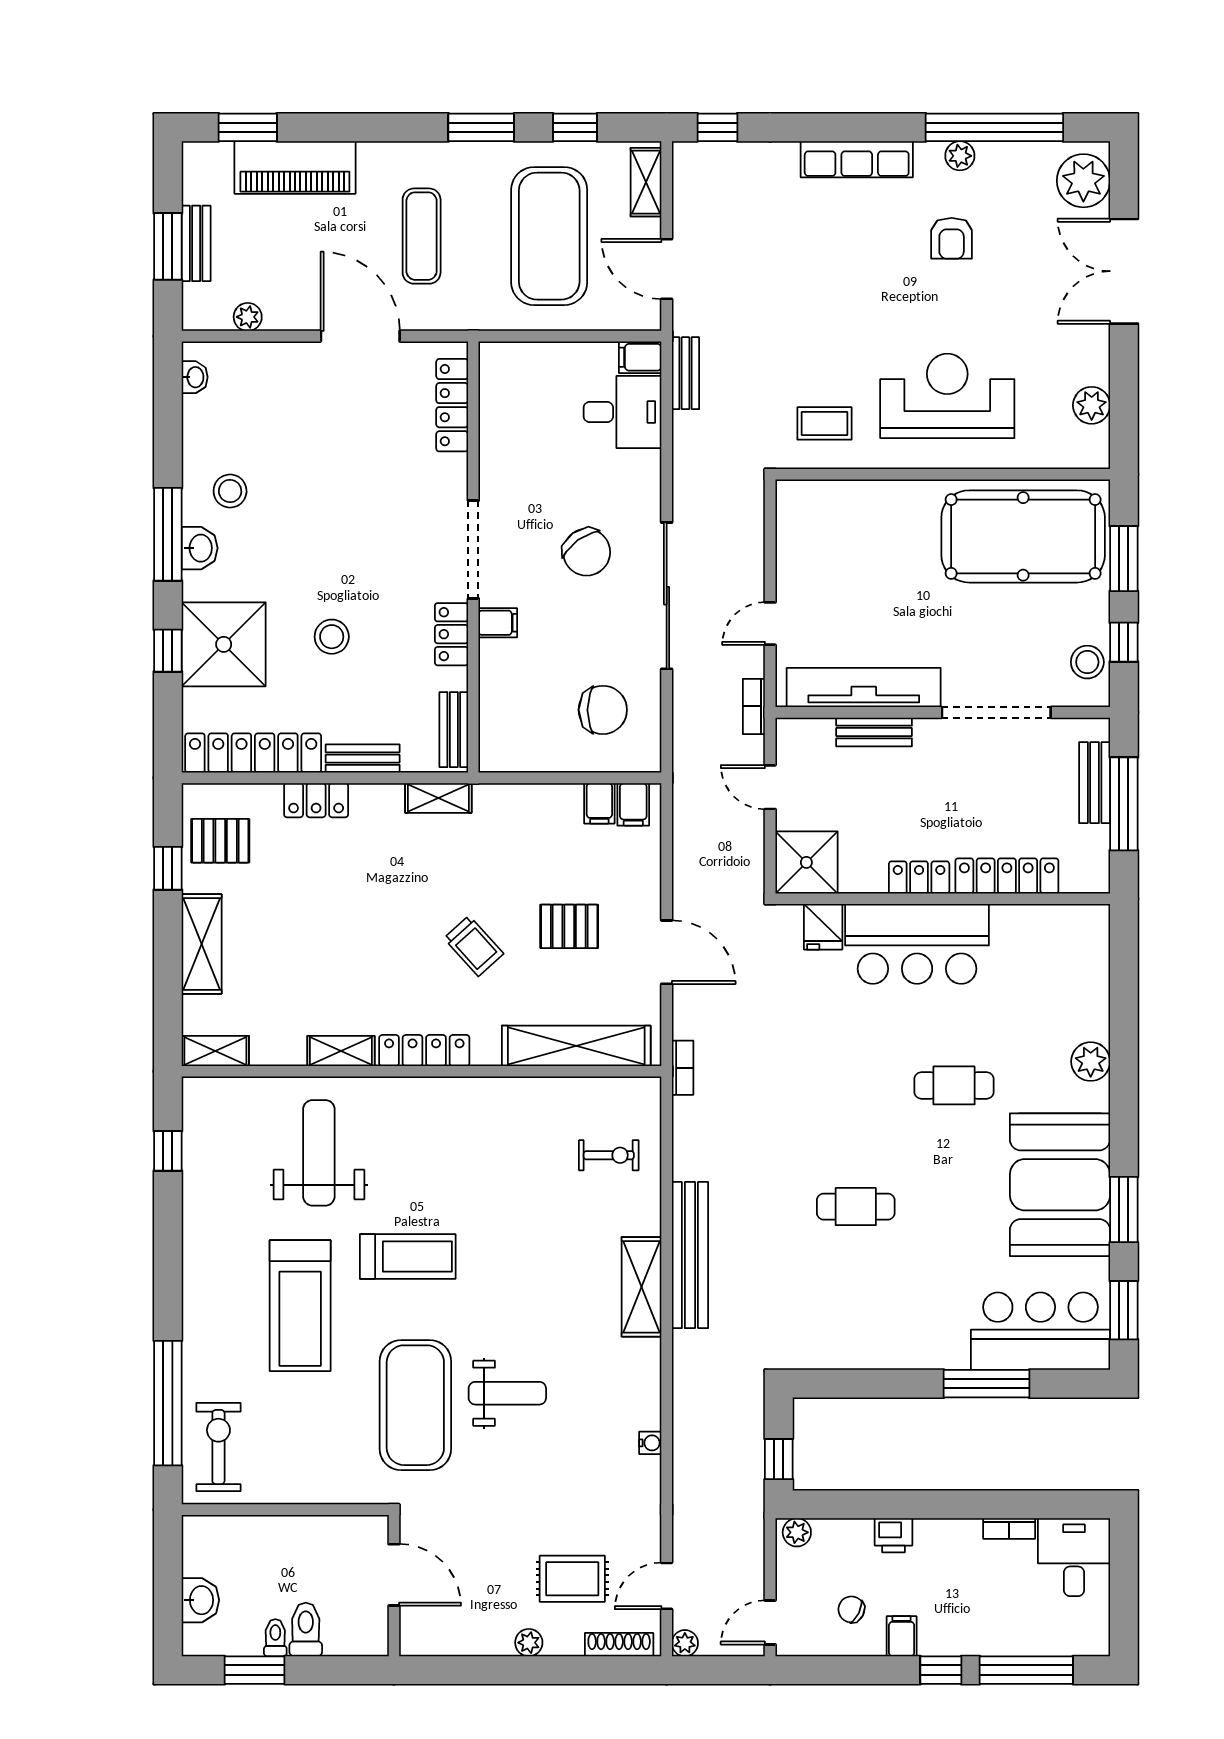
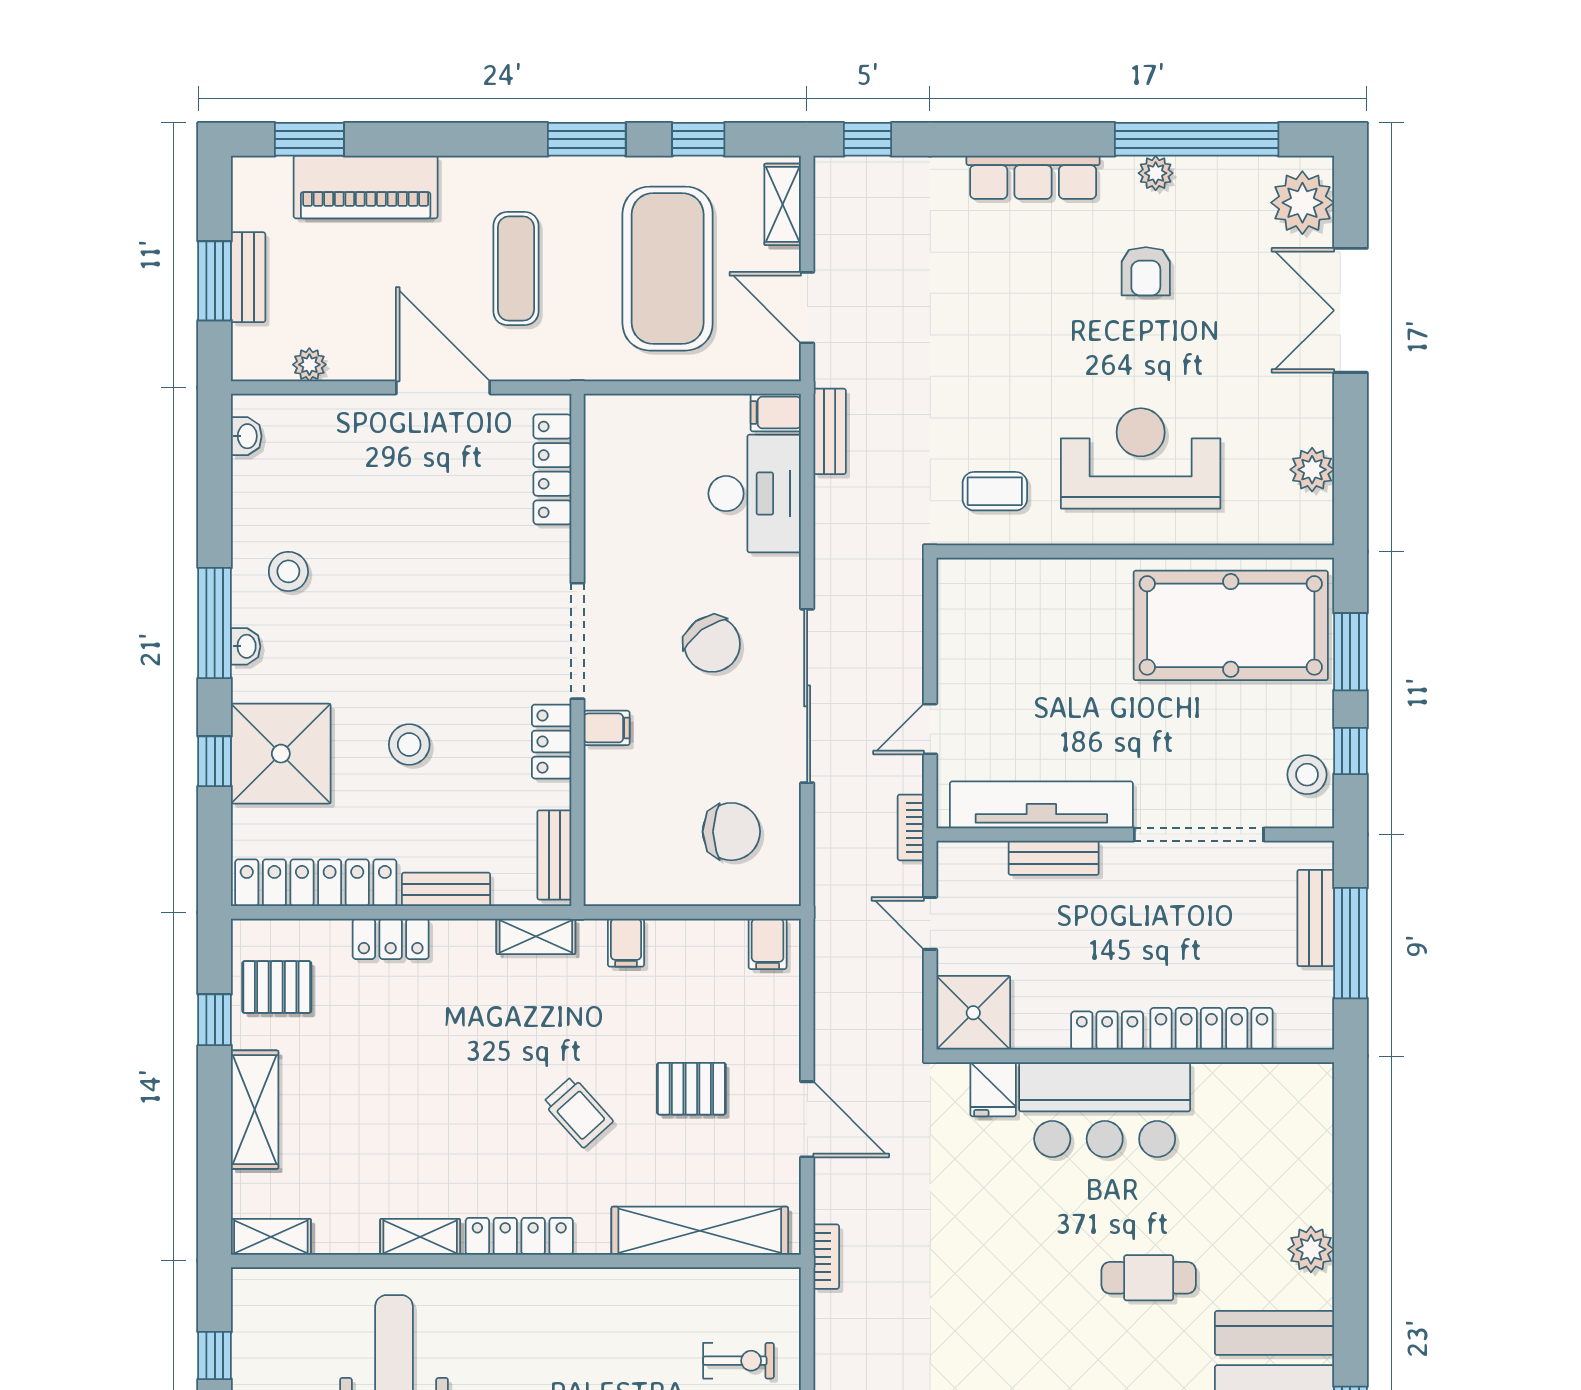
desk: (622, 412) -> (755, 494), width x1.37
washbasin: (200, 548) -> (246, 646), width x0.72, depth x0.69
filing cabinet: (599, 803) -> (626, 943), moved

